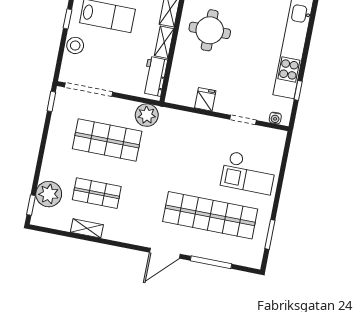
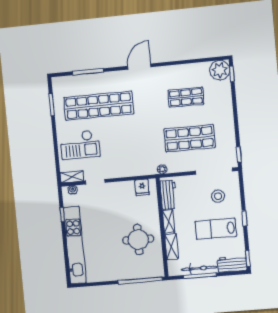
stool: (75, 45) -> (218, 196), moved
fridge: (205, 99) -> (142, 187), moved
plant: (147, 115) -> (162, 169), width x0.53, depth x0.53
checkout: (249, 173) -> (80, 145), turned 180
plant: (49, 194) -> (220, 70), moved
shelving: (87, 228) -> (72, 177), moved
door: (165, 253) -> (139, 67), moved

